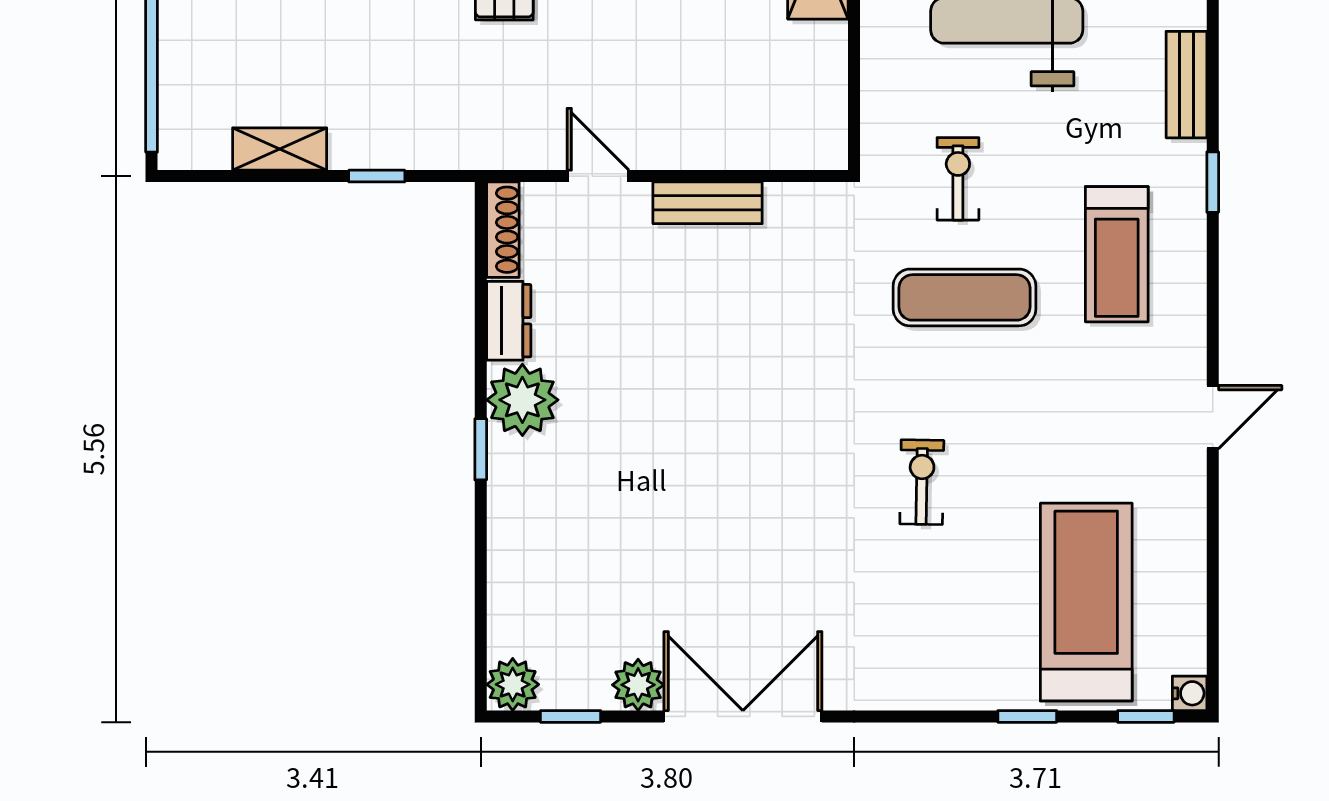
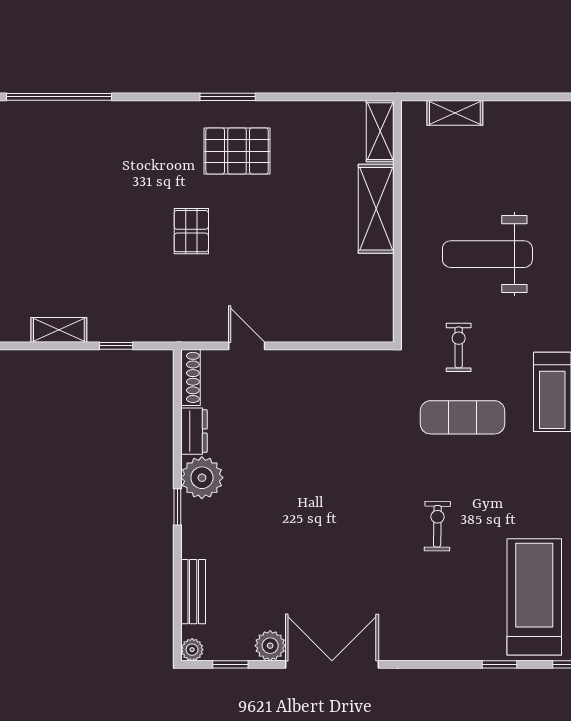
bench: (708, 203) -> (193, 592), moved, turned 90
plant: (513, 684) -> (192, 650), width x0.73, depth x0.73

